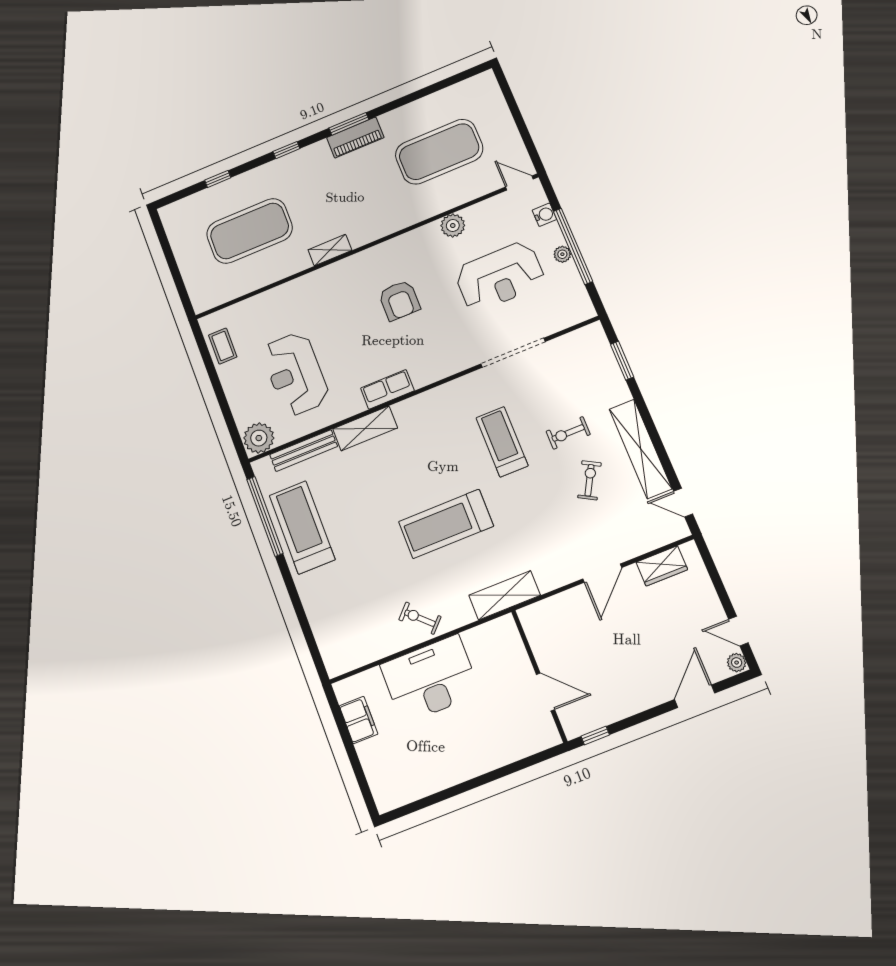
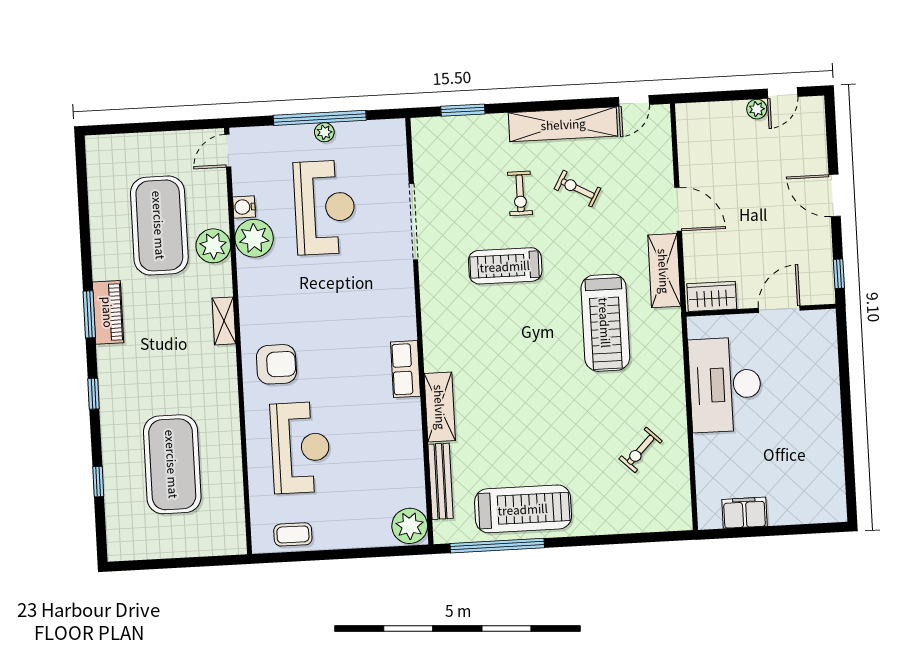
plant: (437, 200) -> (213, 246), added
water cooler: (544, 215) -> (244, 207), moved, turned -90
plant: (453, 225) -> (254, 238), width x1.36, depth x1.36
shelving: (330, 250) -> (224, 321), moved
armchair: (399, 300) -> (276, 364), moved
reception desk: (295, 374) -> (300, 448), moved, turned -90
treadmill: (446, 524) -> (605, 323), moved
treadmill: (302, 527) -> (523, 509), turned 180
wardrobe: (662, 566) -> (712, 296), moved, turned -90
shelving: (505, 595) -> (664, 271), moved
exercise bike: (420, 618) -> (641, 450), moved
plant: (737, 663) -> (757, 109), moved
desk: (430, 679) -> (725, 385), moved
door: (695, 696) -> (835, 195), moved

